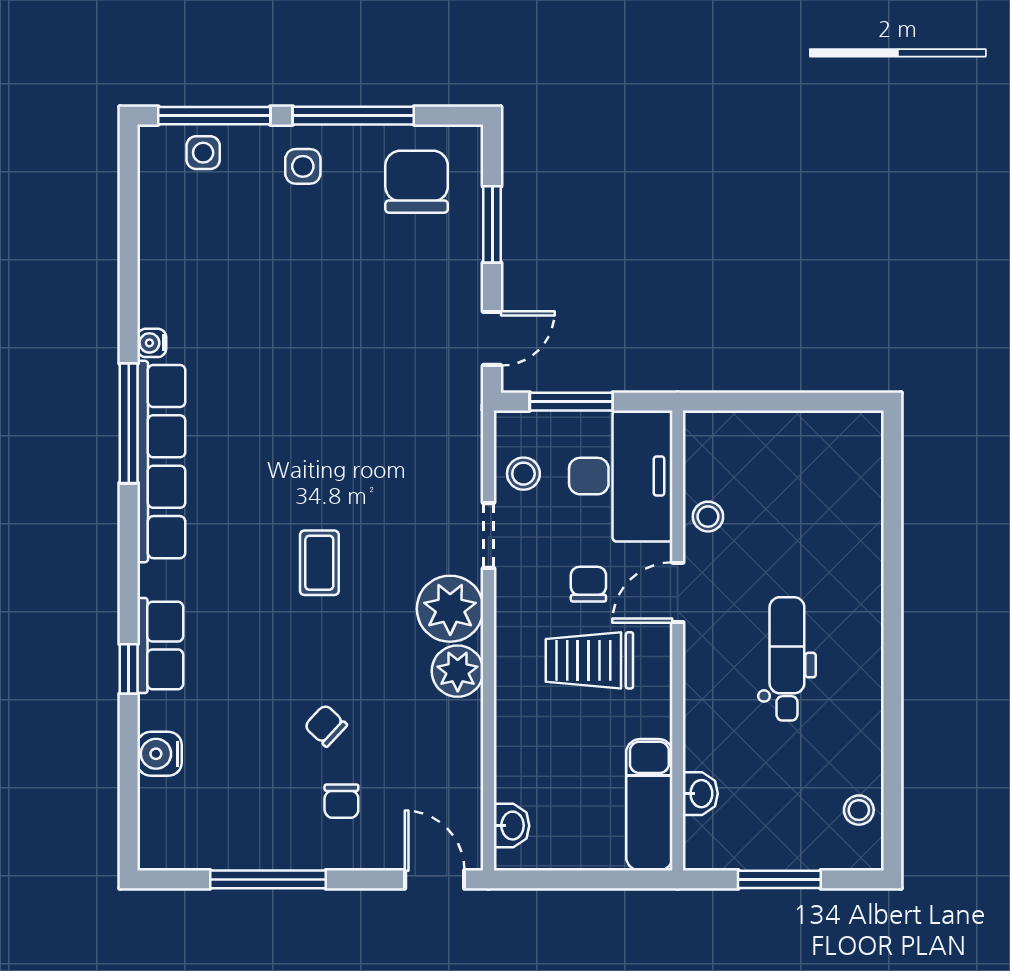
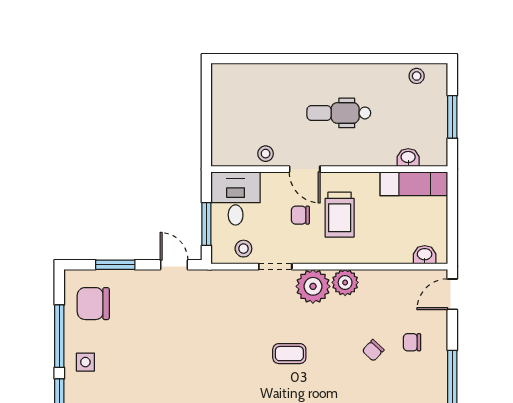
desk: (621, 476) -> (236, 198), width x0.73
chair: (341, 801) -> (412, 342), turned 180

